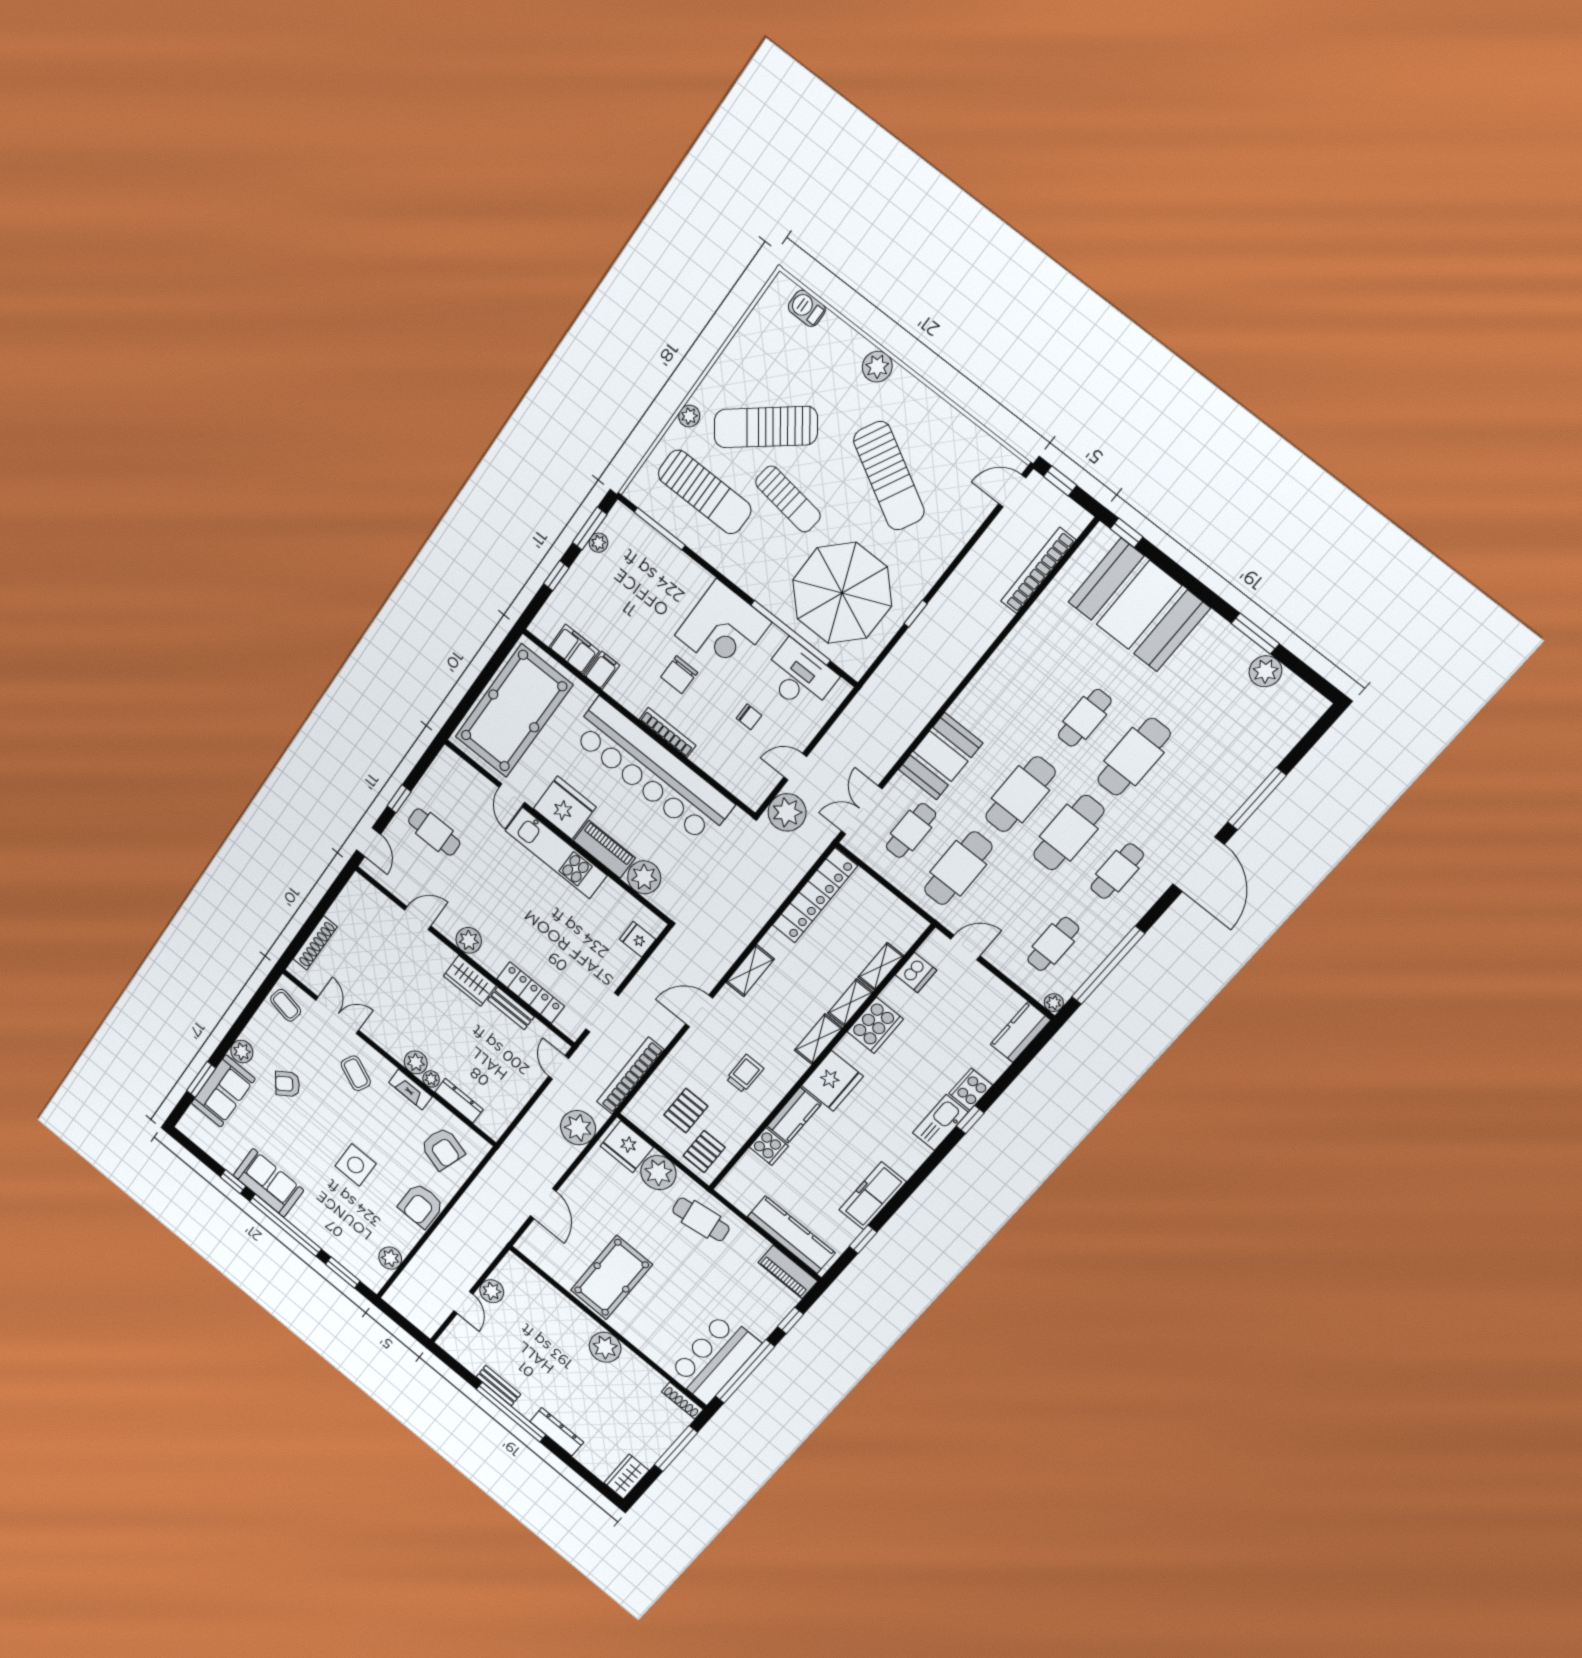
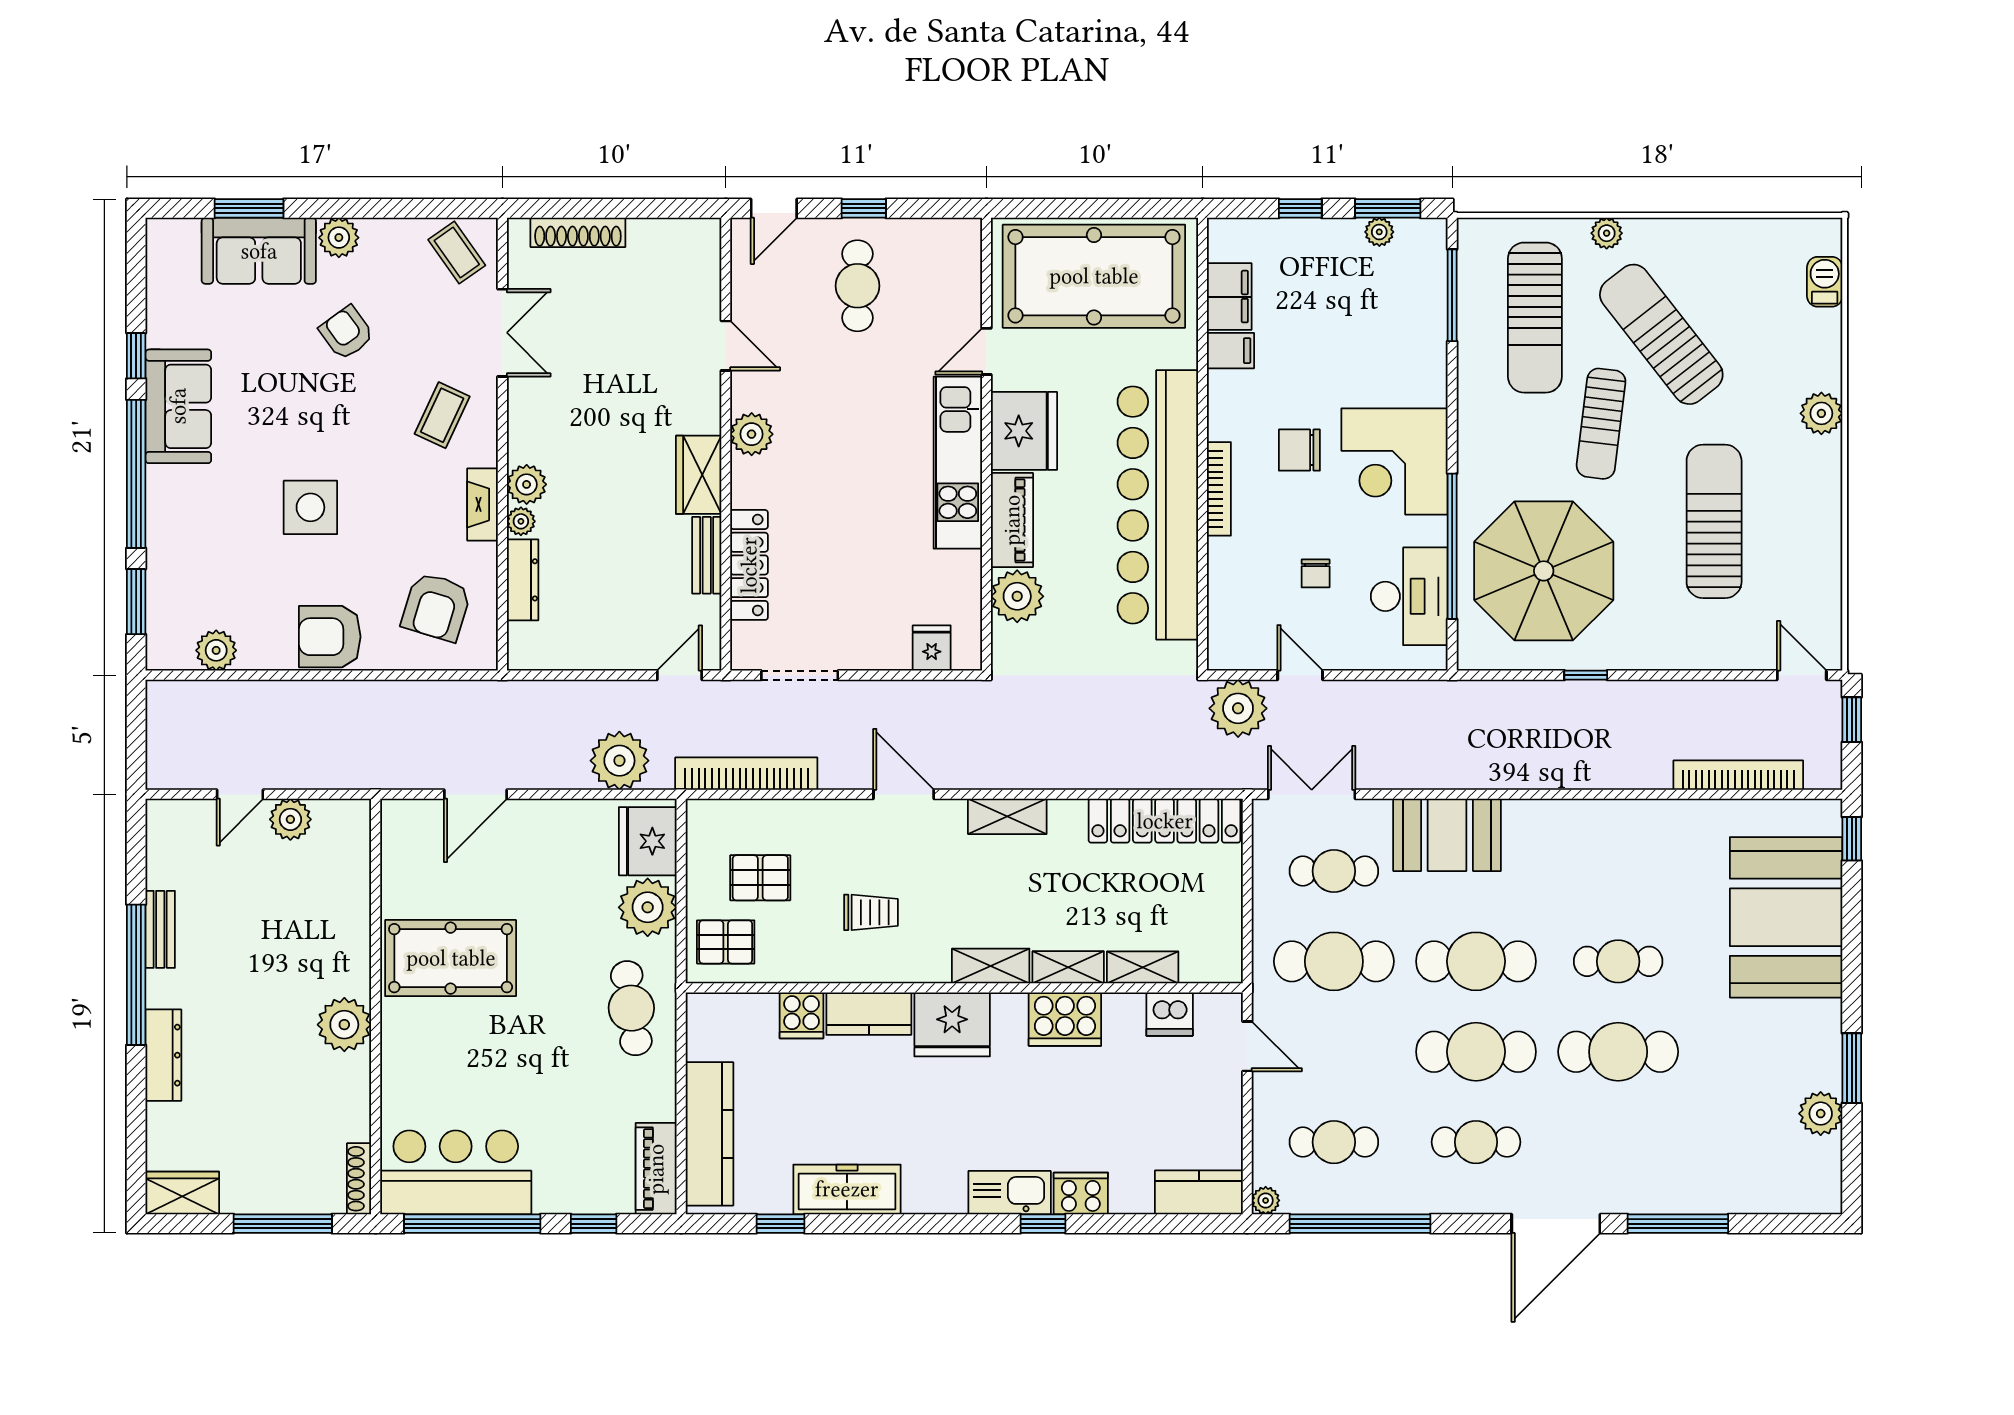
sun lounger: (889, 476) -> (1714, 521), turned 152
coffee table: (286, 1005) -> (457, 253), turned -46

